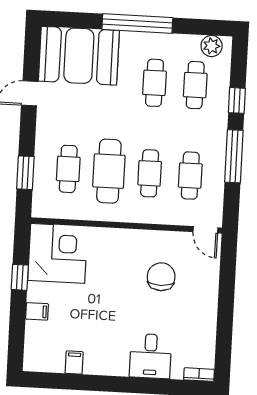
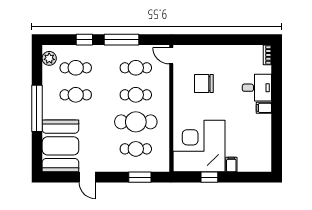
door: (205, 230) -> (171, 56), swing flipped
corner desk: (58, 253) -> (199, 146), width x1.36, depth x1.36
filing cabinet: (74, 363) -> (264, 108), moved

